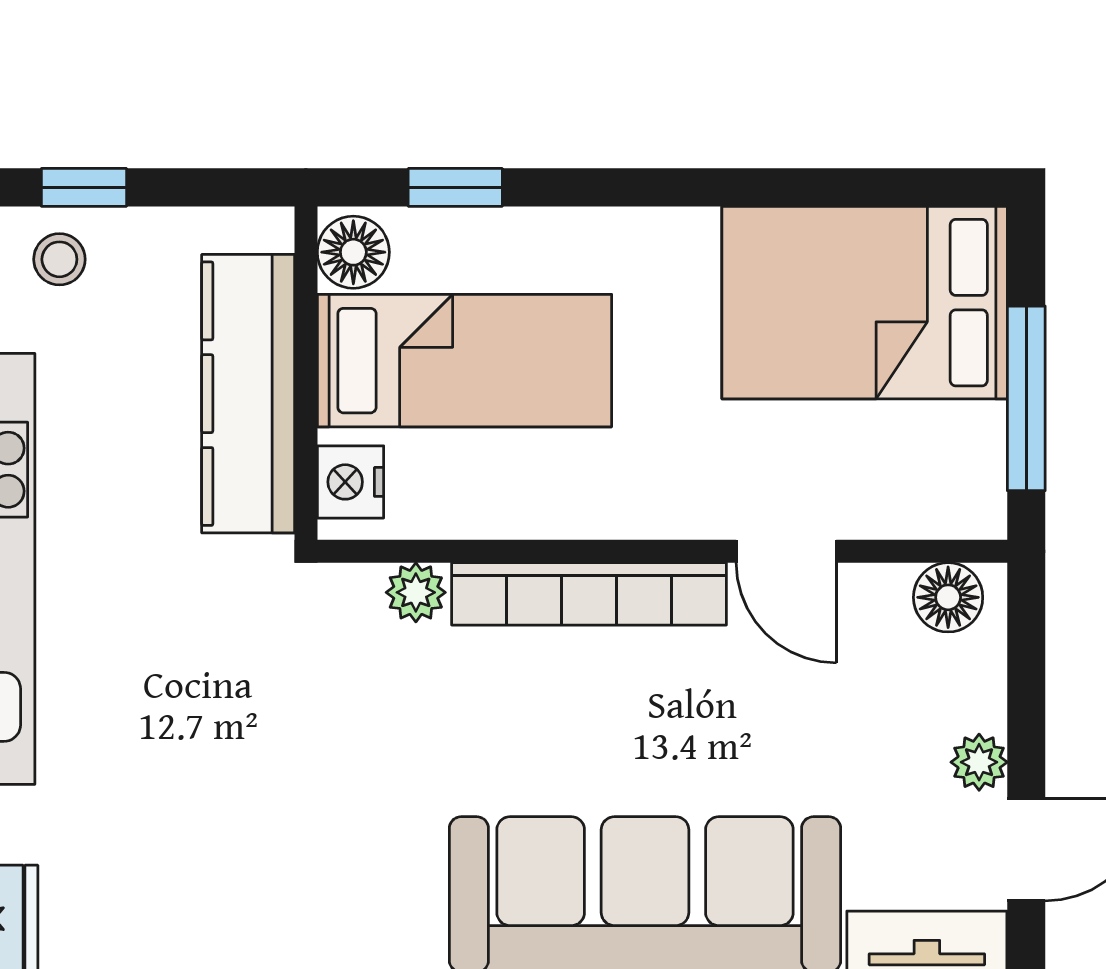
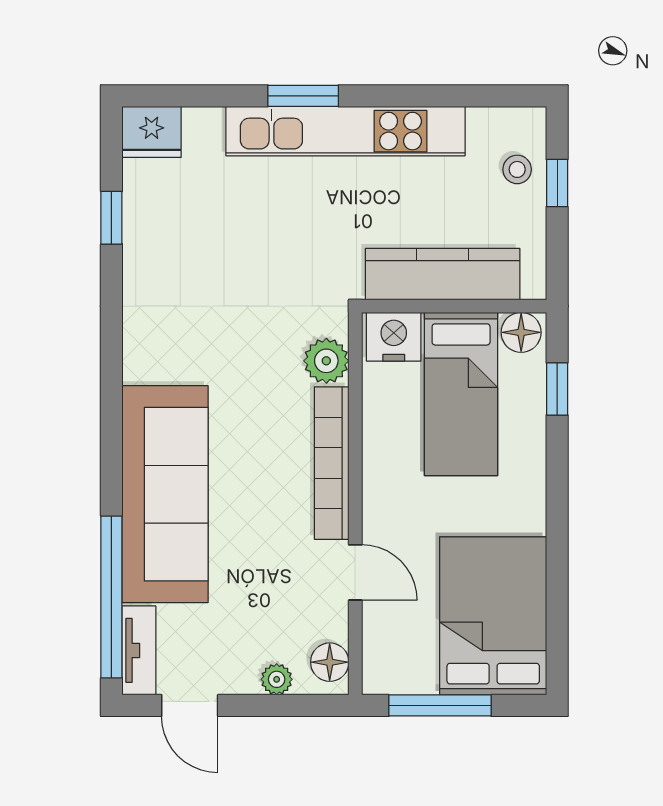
nightstand: (350, 482) -> (394, 337), width x1.36, depth x1.33
door: (786, 551) -> (355, 572), swing flipped
plant: (416, 592) -> (326, 361), width x1.38, depth x1.38
plant: (979, 762) -> (277, 679), moved

